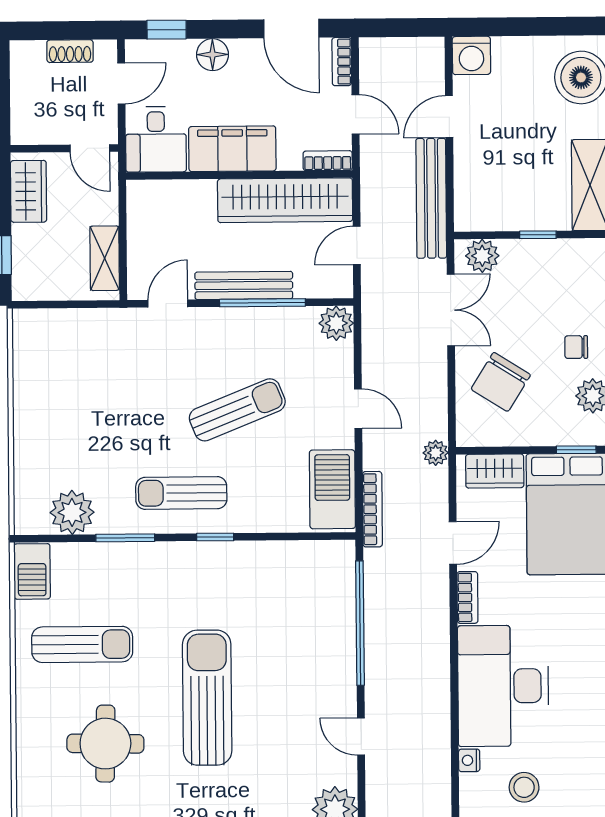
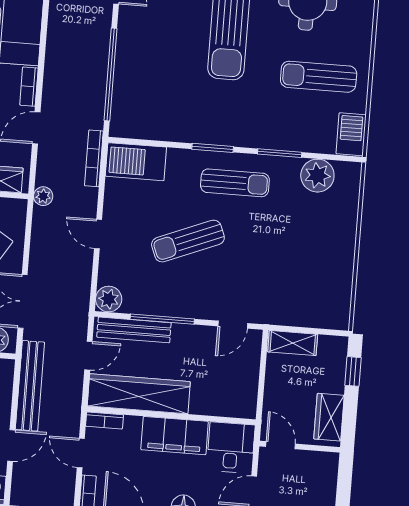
shelving: (105, 258) -> (293, 343), moved, turned 90
bench: (244, 285) -> (134, 330), moved
barbecue: (332, 489) -> (136, 162), moved, turned 90
window: (215, 537) -> (213, 148), width x1.50

